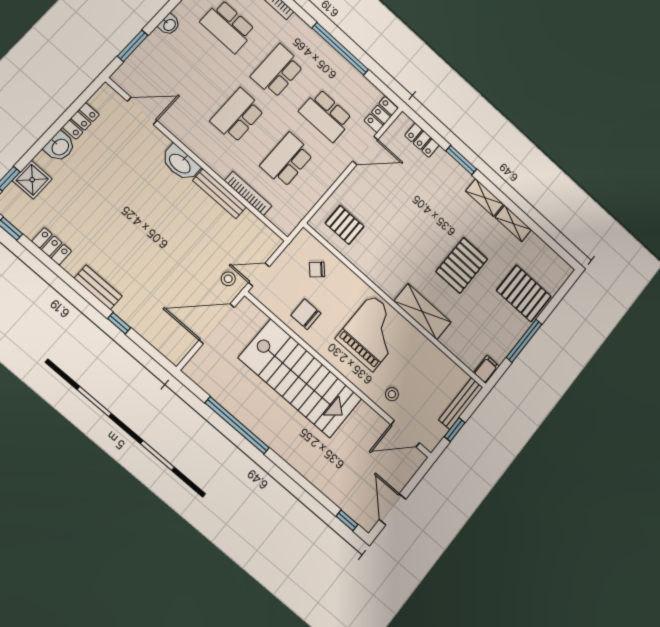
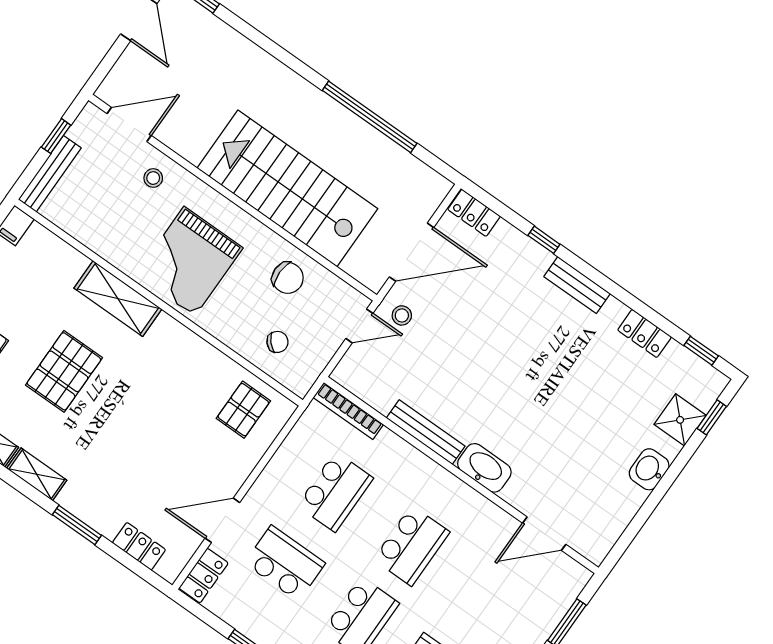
locker: (81, 121) -> (474, 213), moved, turned -90
bookcase: (248, 193) -> (348, 411), moved
pallet: (345, 225) -> (243, 410), turned 90

